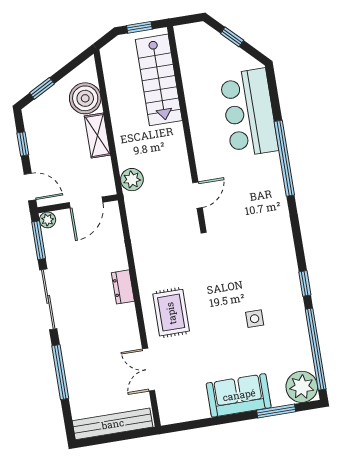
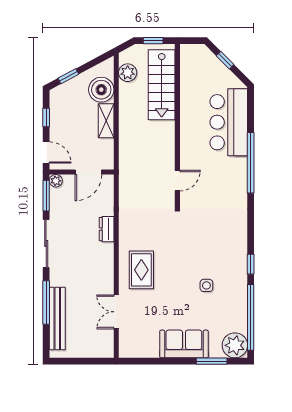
plant: (132, 180) -> (128, 73), moved
dresser: (123, 287) -> (107, 229), moved
bench: (113, 424) -> (57, 319), moved, turned 90

